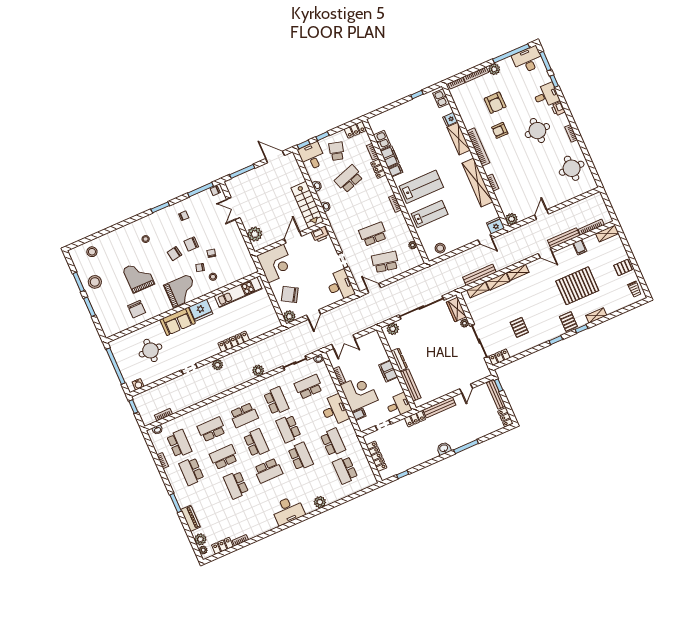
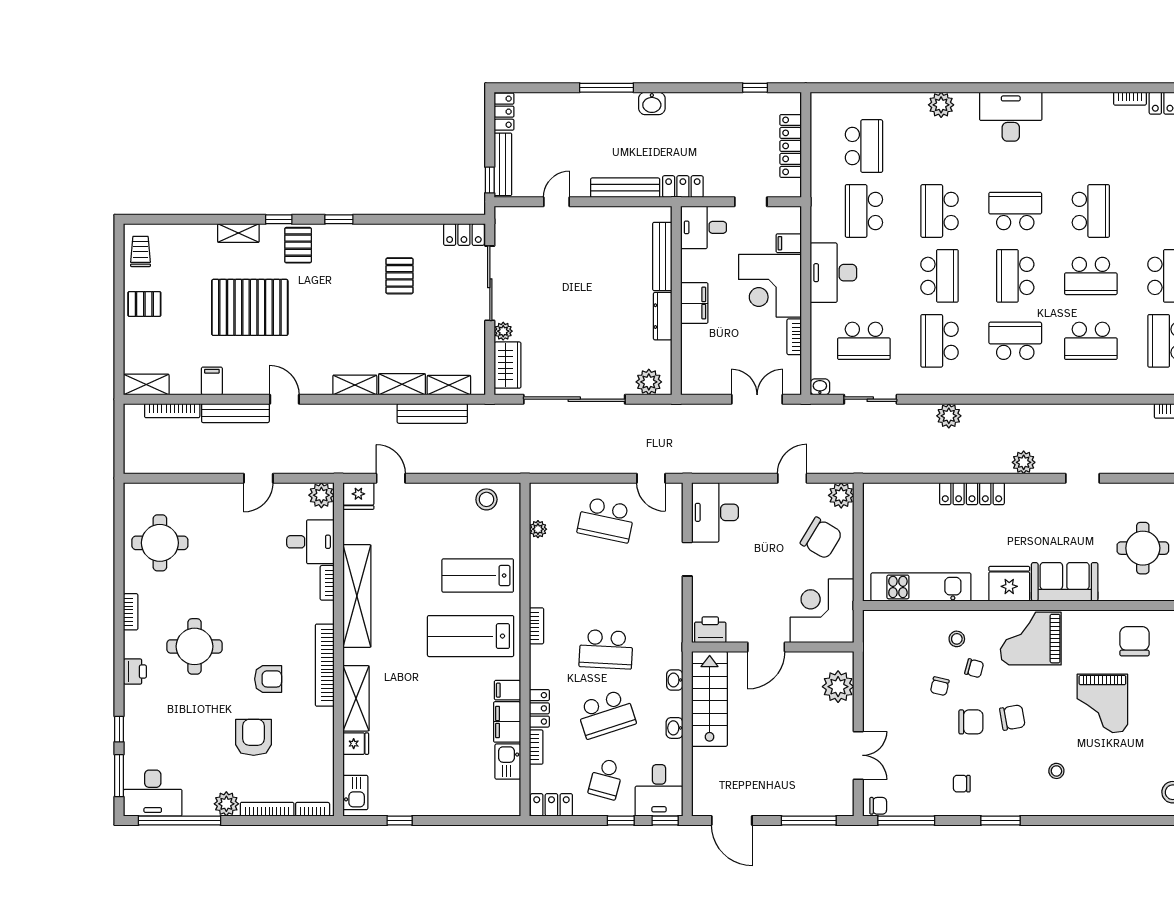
desk: (546, 95) -> (310, 542), moved, turned 180
school desk: (373, 234) -> (606, 649), moved

